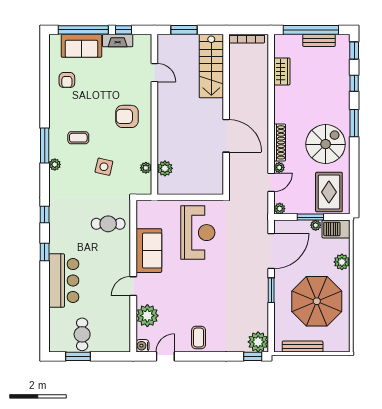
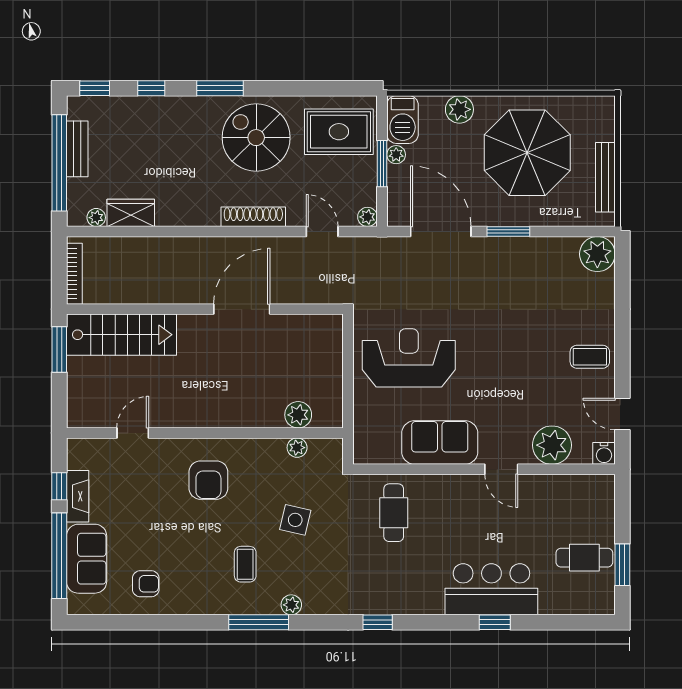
window: (184, 30) -> (59, 350), moved
plant: (279, 167) -> (96, 218), moved
window: (45, 252) -> (495, 622), moved
window: (253, 356) -> (622, 263), removed

